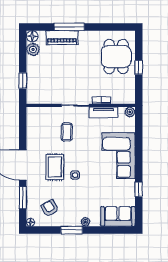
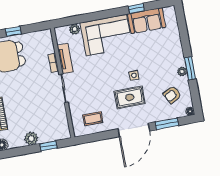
plant: (33, 49) -> (31, 139), moved
plant: (130, 112) -> (75, 29), moved
coffee table: (67, 132) -> (93, 119), moved
sofa: (118, 216) -> (147, 21), moved, turned -90
plant: (86, 222) -> (182, 71), moved

